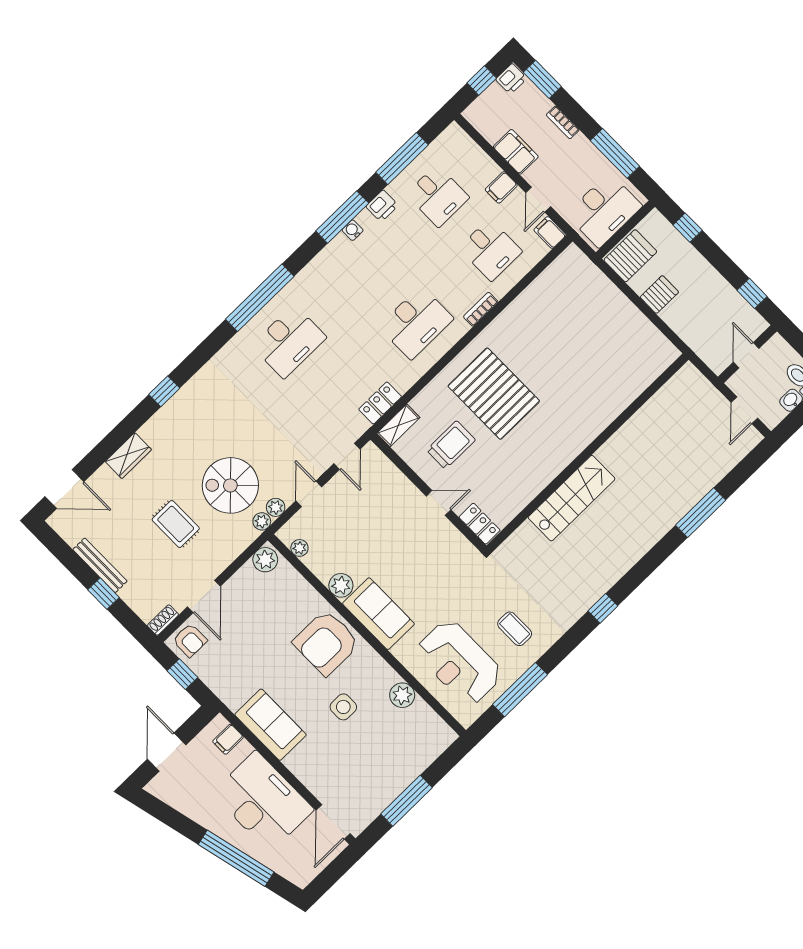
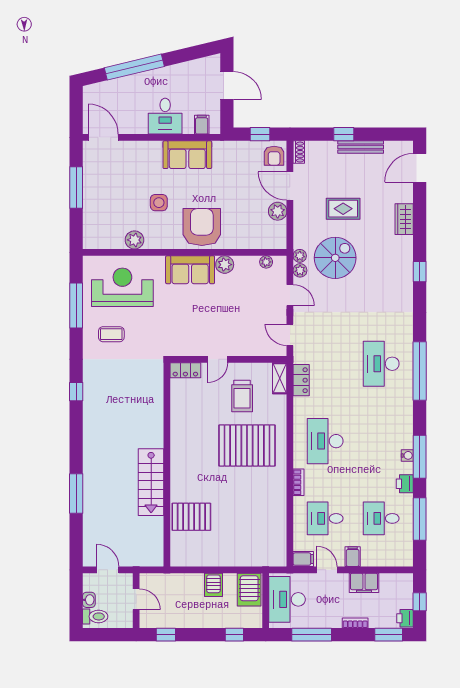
pallet: (615, 380) -> (191, 517), added
stairs: (572, 498) -> (151, 482), moved
plant: (265, 560) -> (278, 211), moved
armchair: (190, 640) -> (274, 156), turned -90
desk: (263, 801) -> (165, 116), width x0.53, depth x0.77

